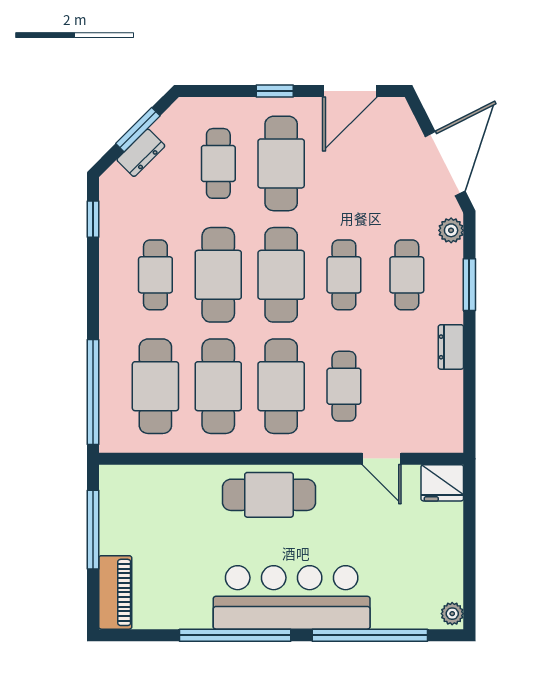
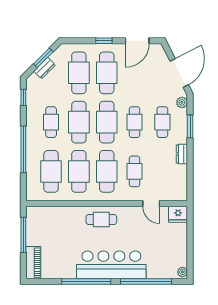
cafe table: (218, 163) -> (79, 73), width x1.37, depth x1.35
window: (93, 392) -> (23, 149), moved
cafe table: (269, 495) -> (101, 219), width x0.73, depth x0.74

